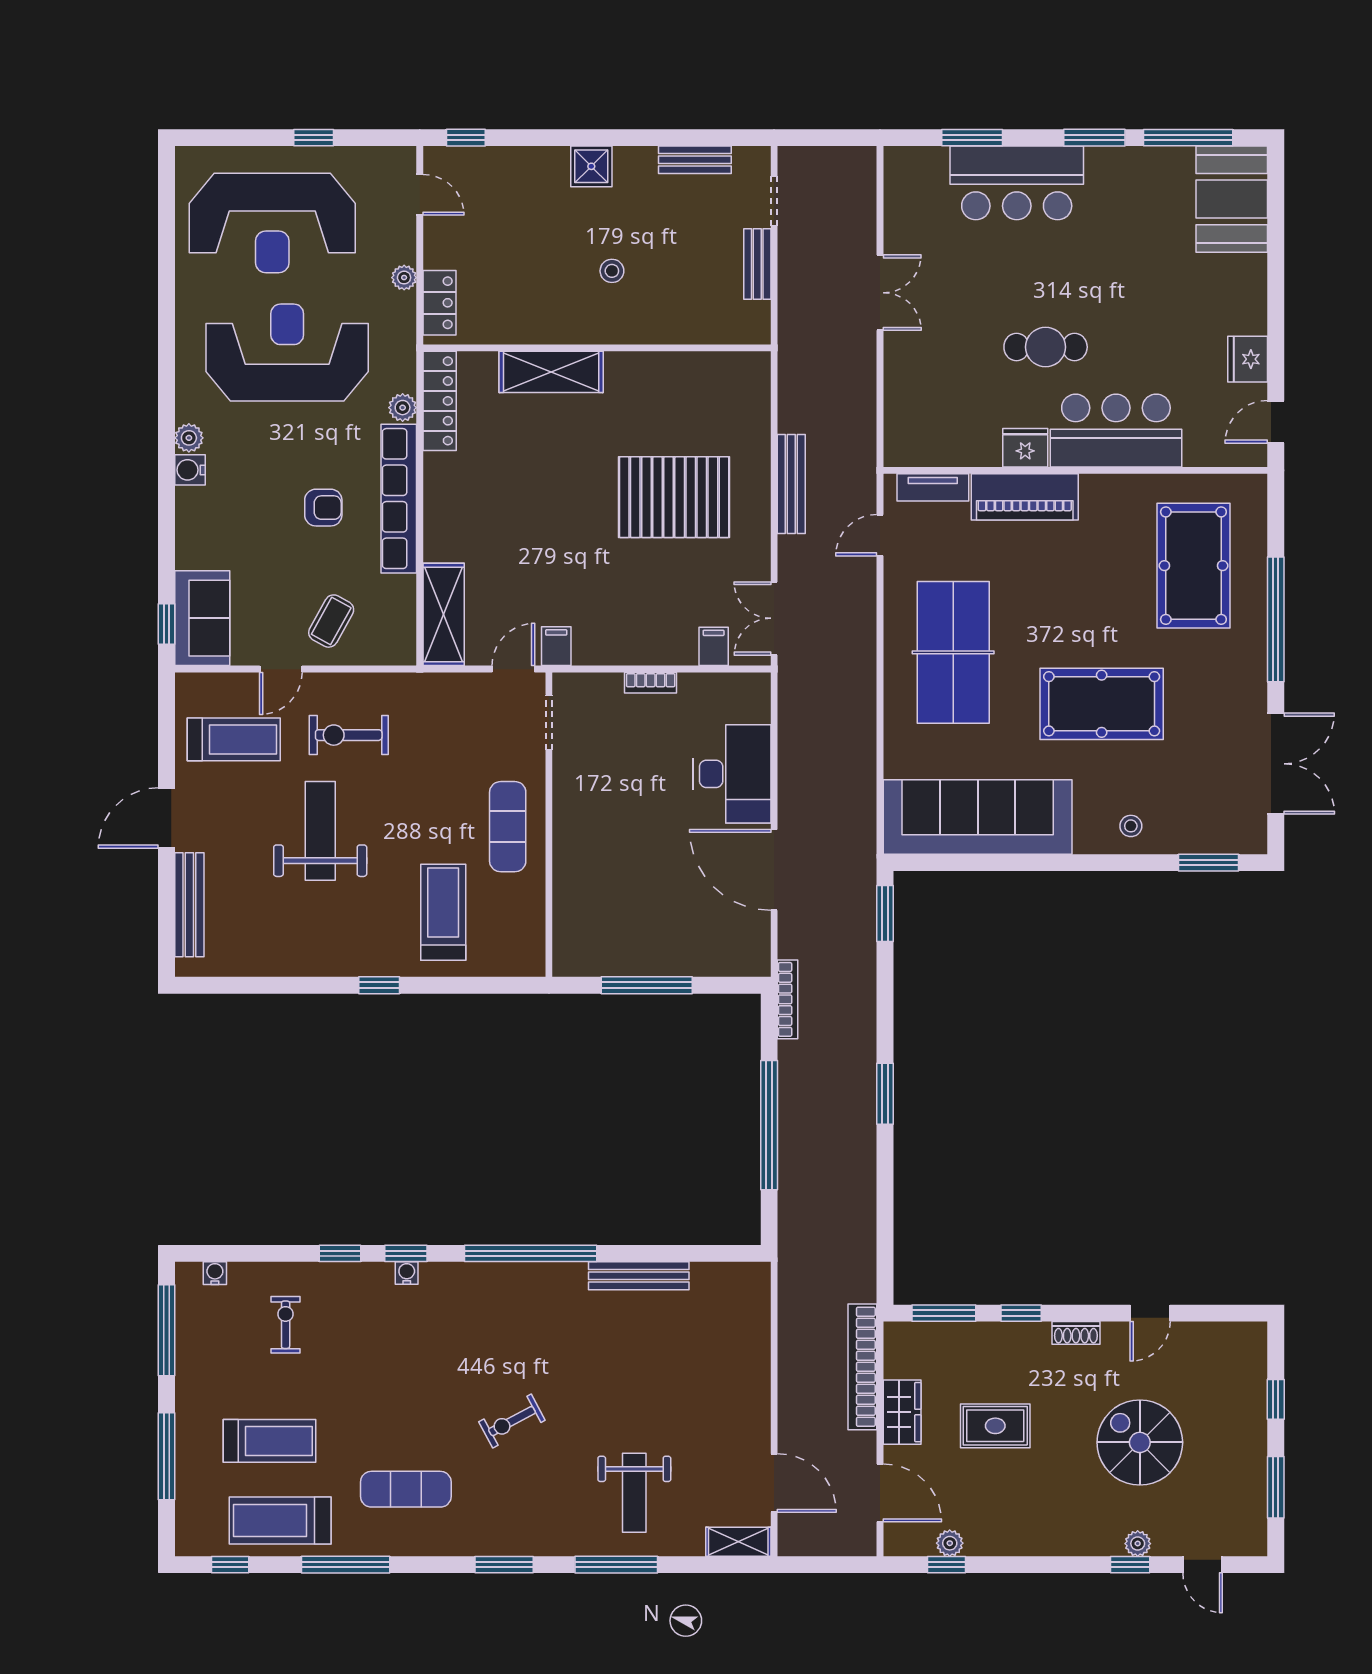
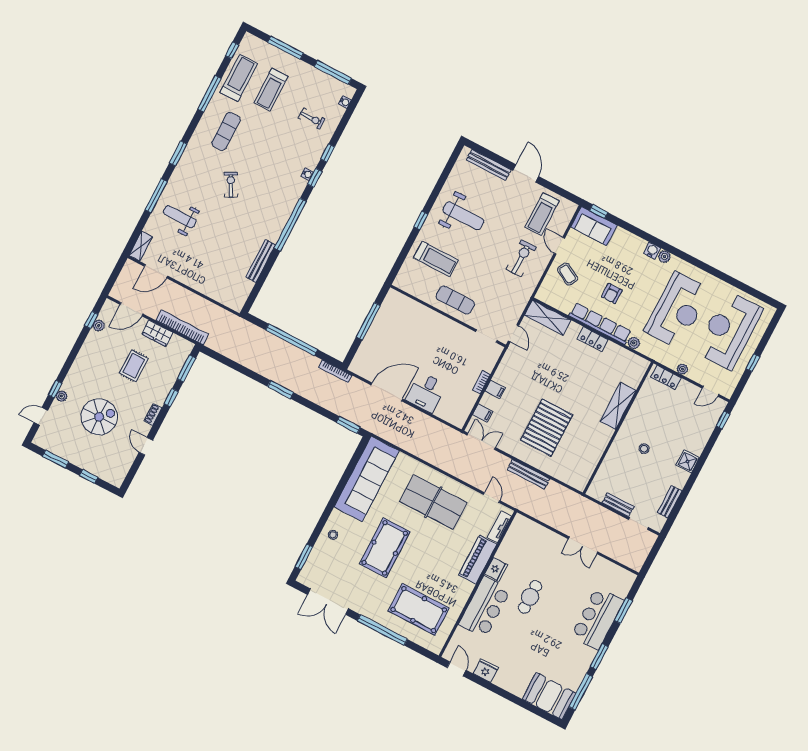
locker: (440, 401) -> (593, 339), moved, width x0.66
filing cabinet: (556, 646) -> (495, 389), moved
desk: (732, 774) -> (426, 392), width x0.73
weight bench: (320, 831) -> (463, 216), moved

